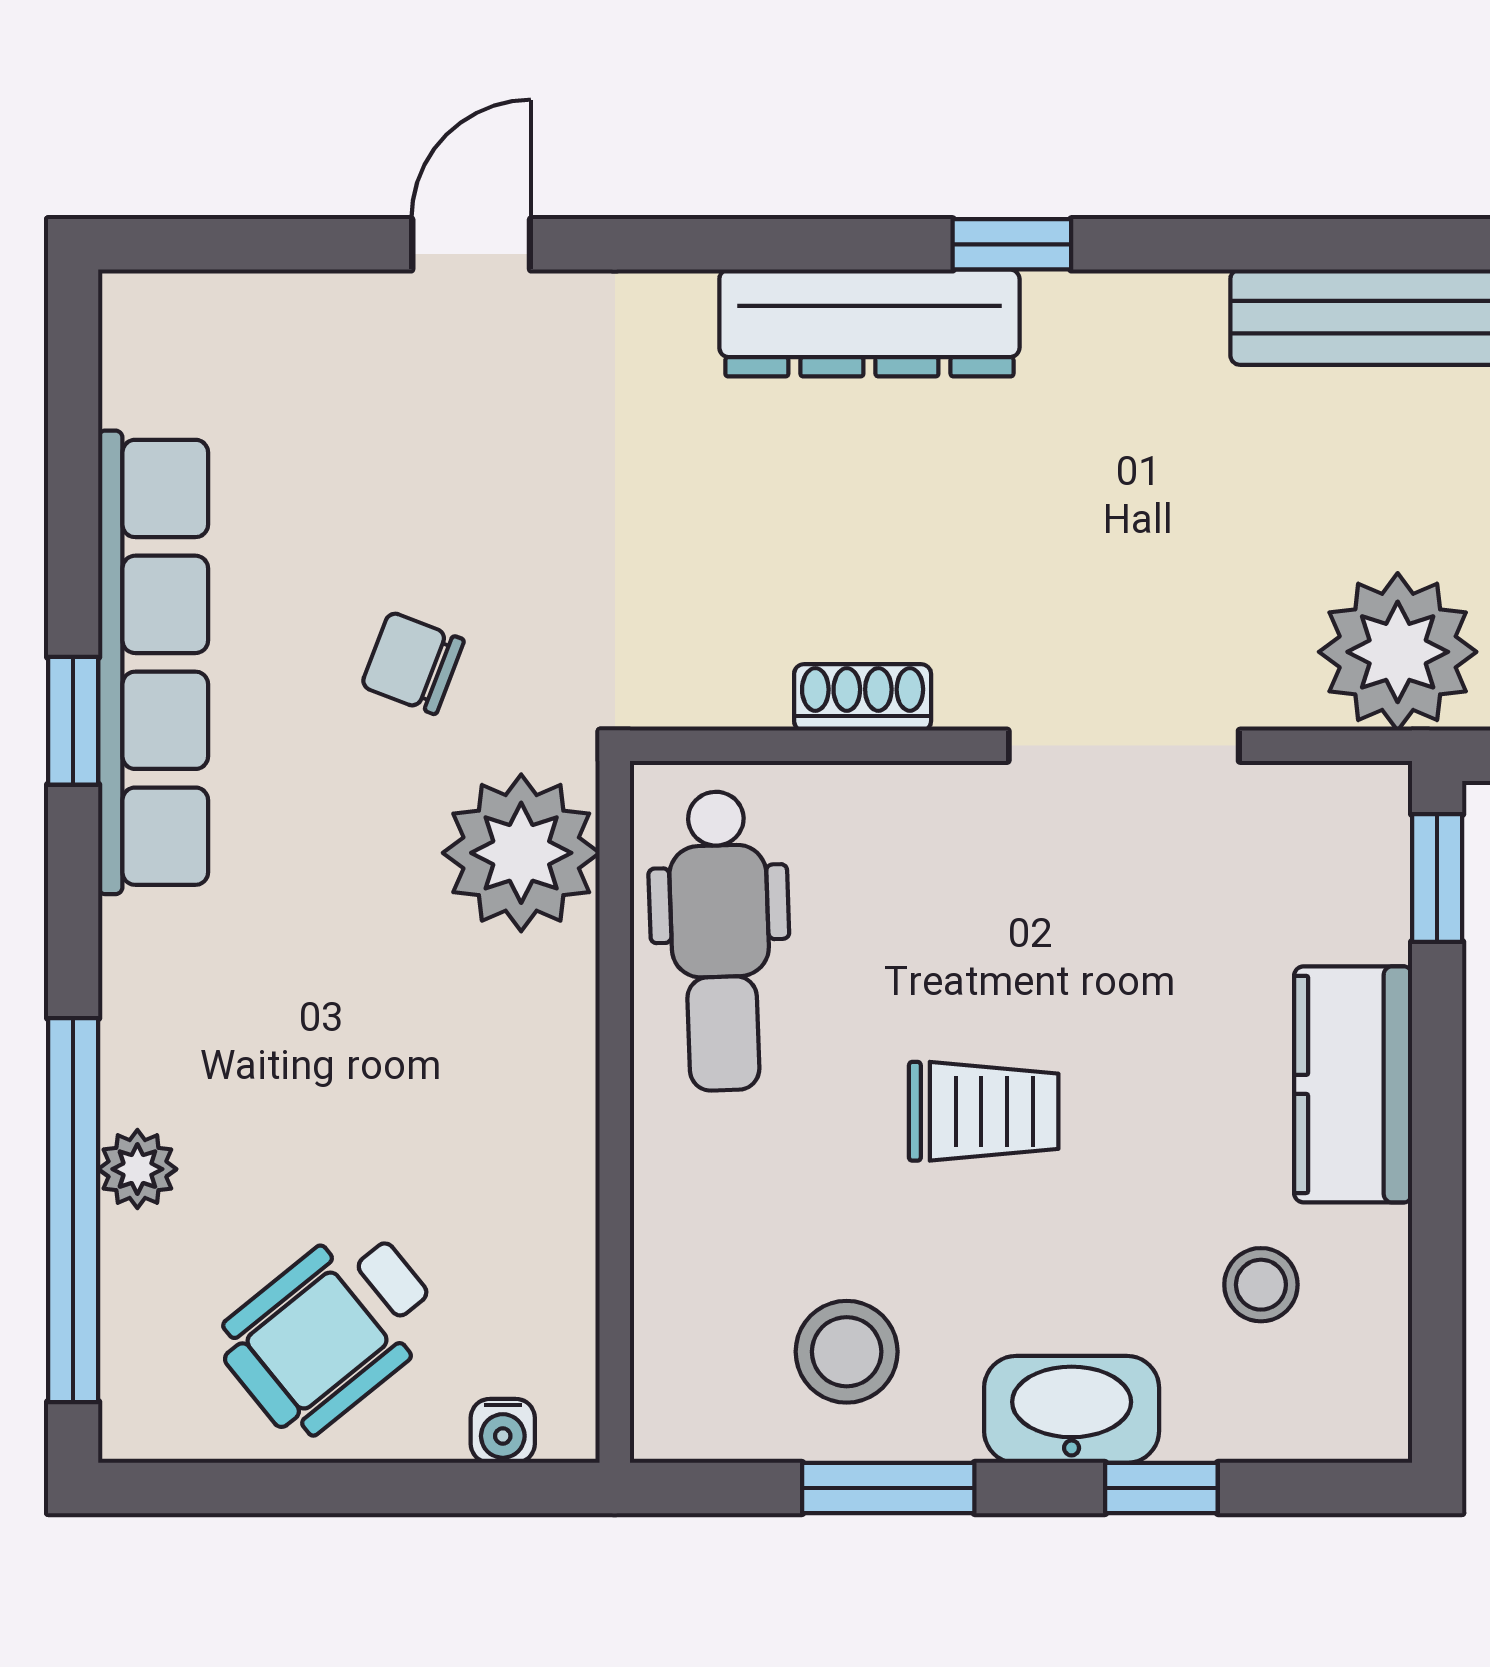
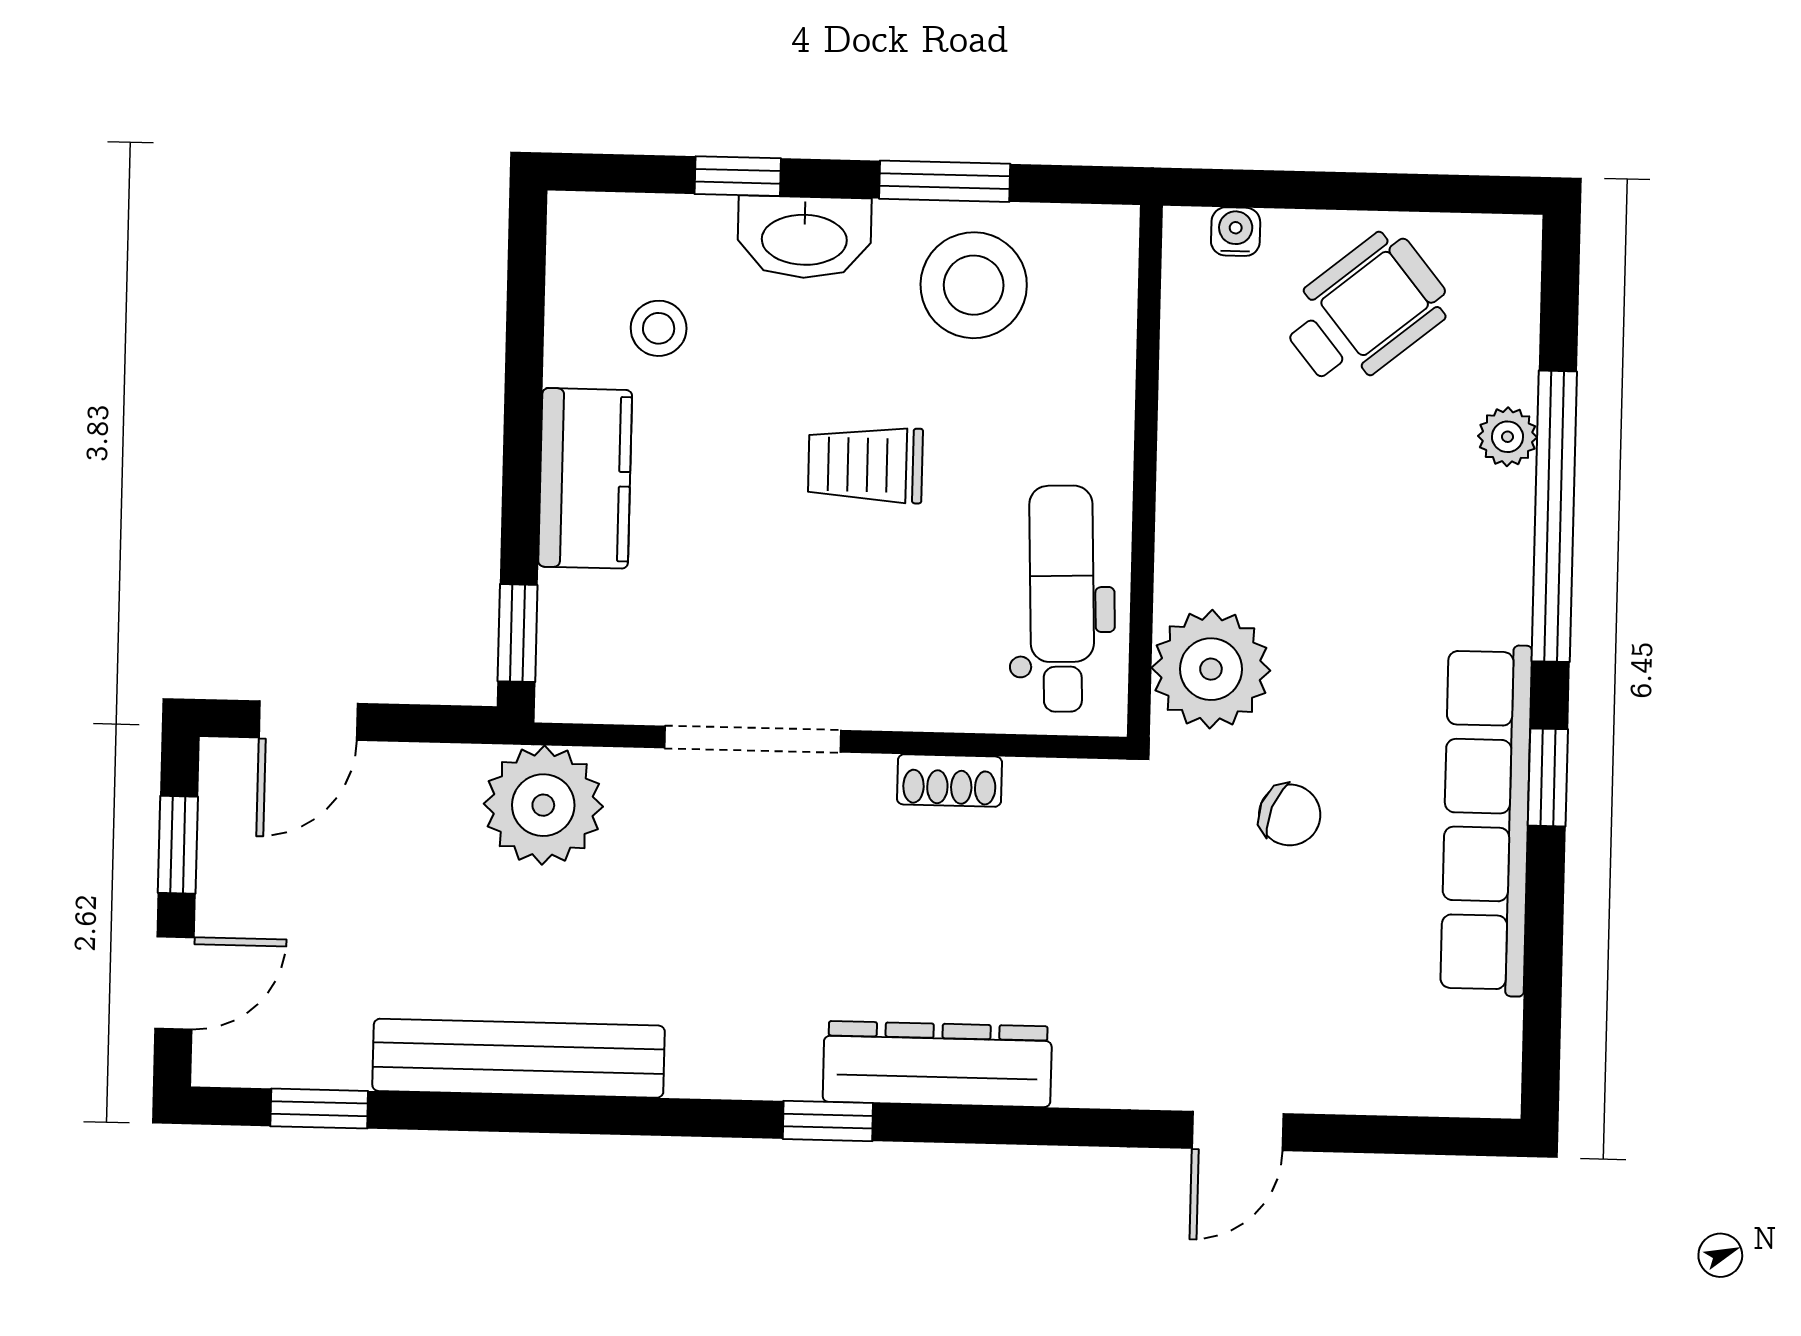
window: (73, 1210) -> (1554, 516), moved
stool: (847, 1352) -> (974, 285), width x1.38, depth x1.38

